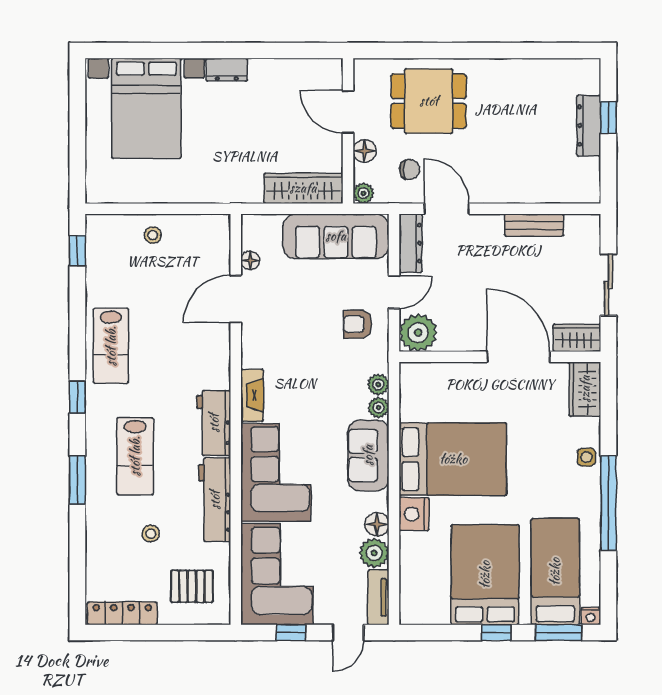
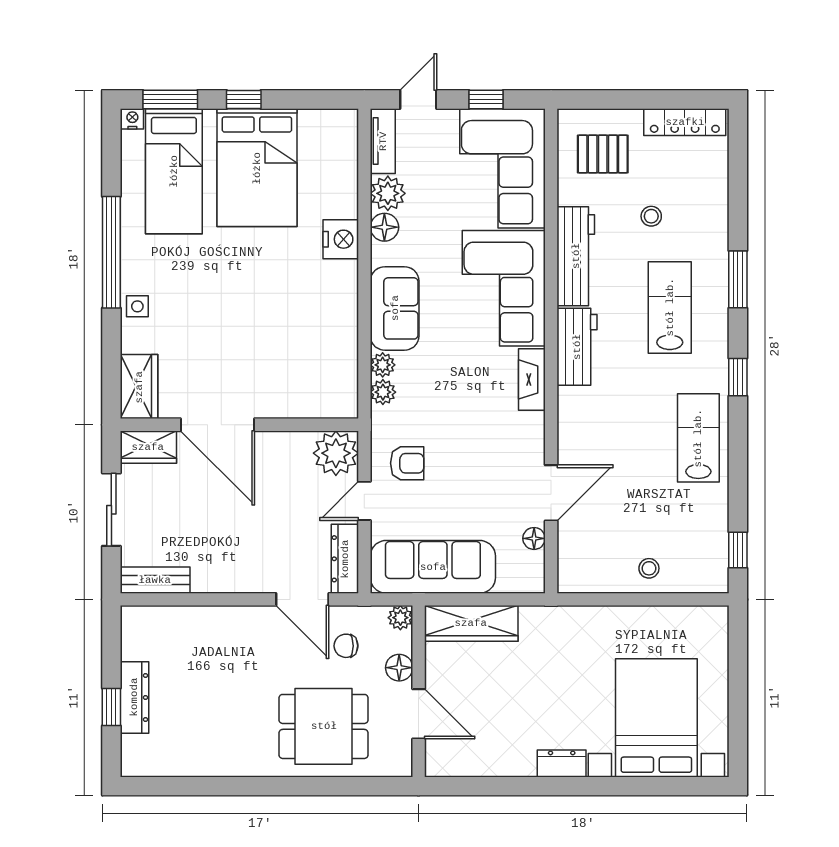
bench: (534, 225) -> (155, 580), moved
bed: (453, 459) -> (295, 304), removed

